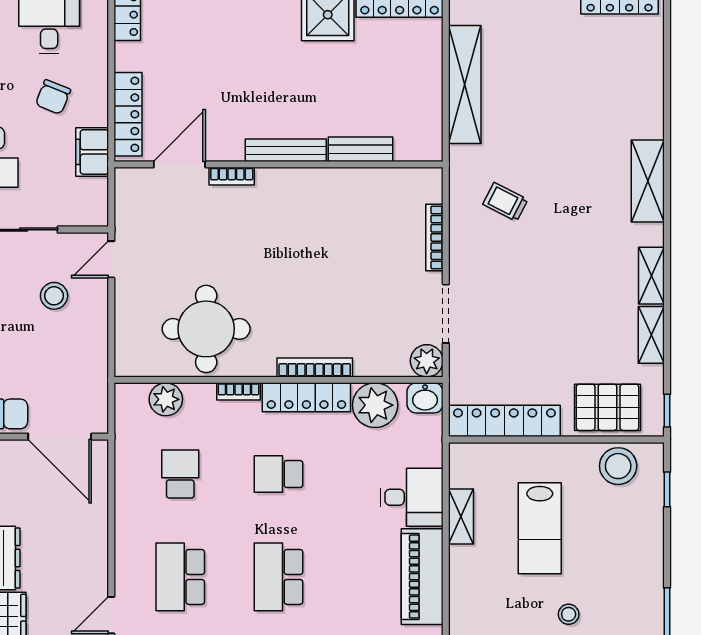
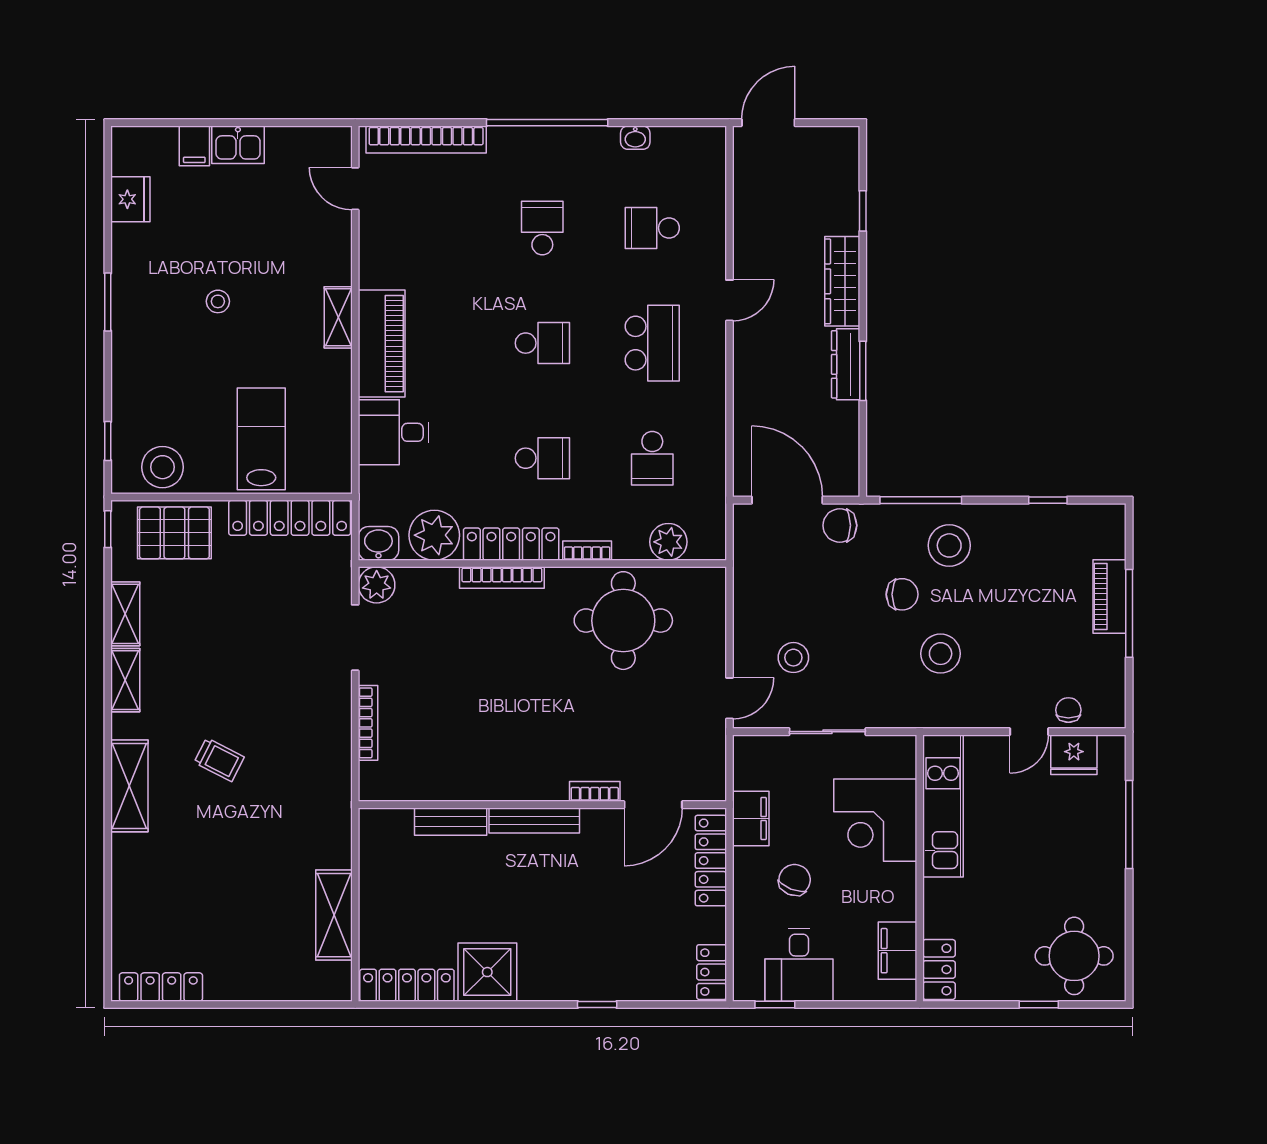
shelving: (465, 84) -> (334, 915), width x0.68
trolley: (505, 202) -> (219, 760), moved
shelving: (461, 517) -> (338, 317), moved
lab bench: (540, 528) -> (261, 439), moved
school desk: (279, 577) -> (542, 343), width x0.54

